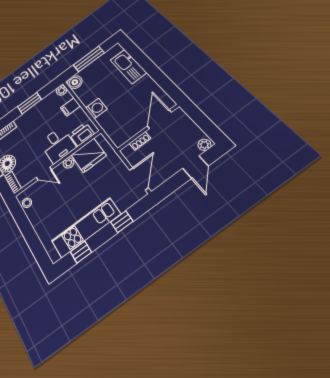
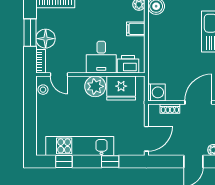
washing machine: (96, 108) -> (156, 92), moved
plant: (69, 163) -> (95, 86), width x1.88, depth x1.88
door: (44, 174) -> (59, 75), moved

